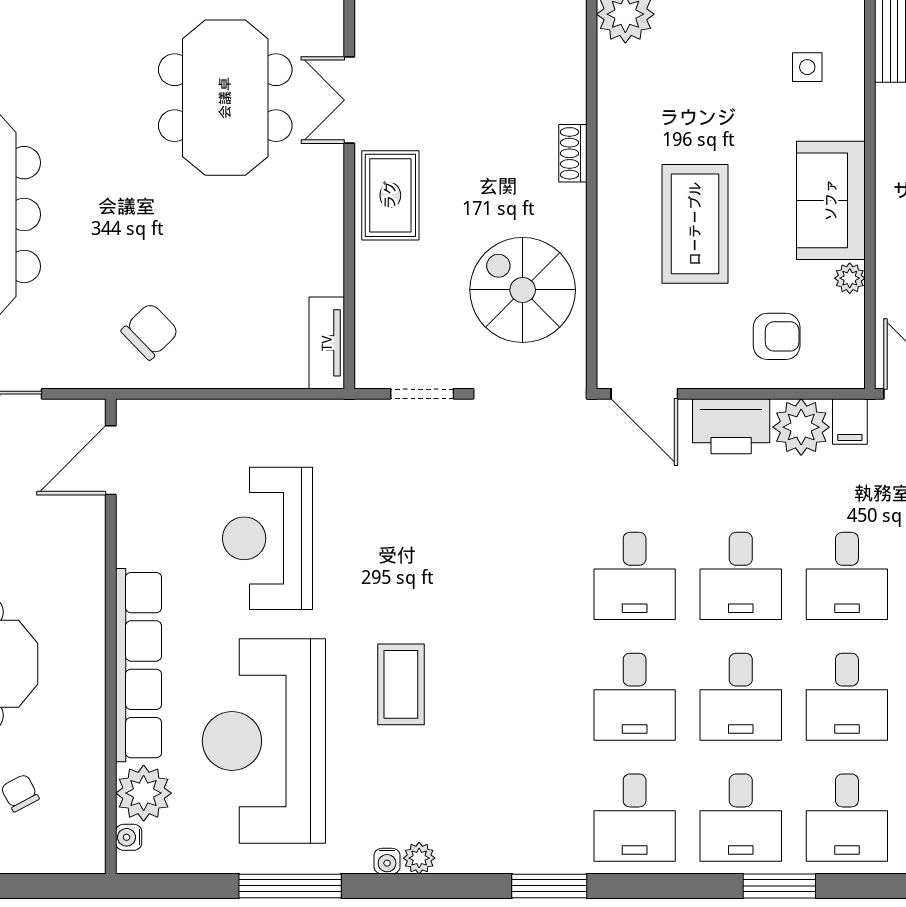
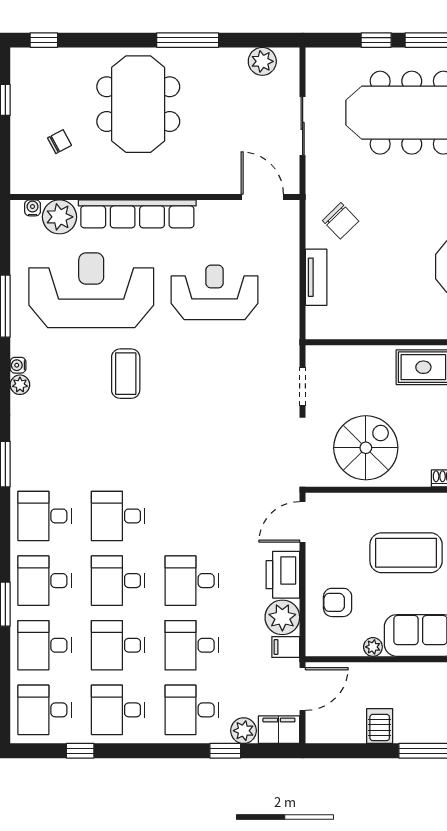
armchair: (777, 336) -> (338, 602), turned 90
tv unit: (327, 343) -> (316, 277), moved, turned 90
desk: (635, 576) -> (192, 516), removed
coffee table: (401, 684) -> (126, 374), turned 90

